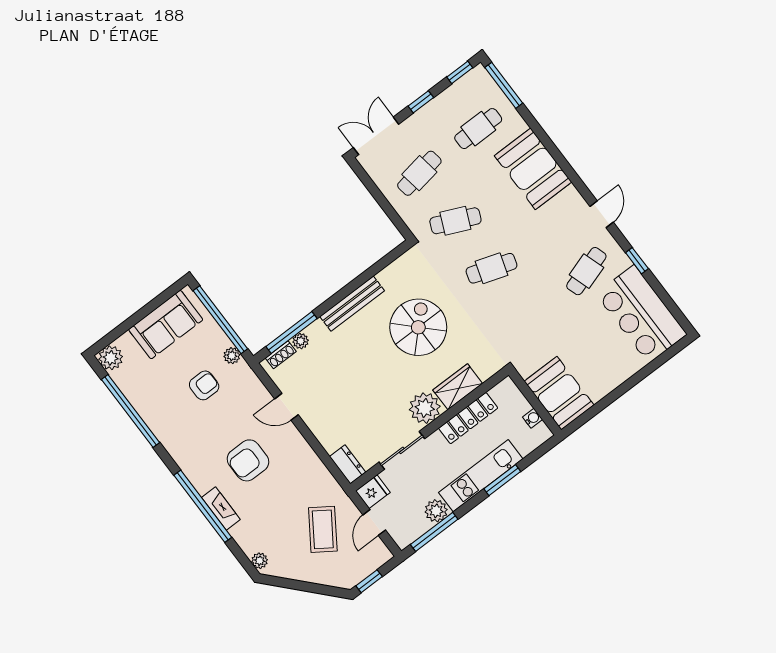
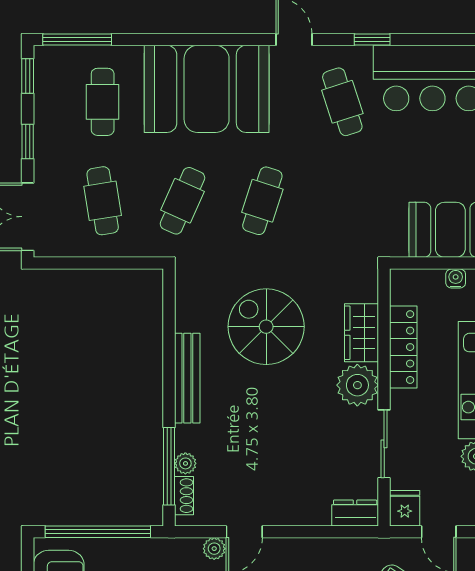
booth: (533, 169) -> (207, 89), width x1.36, depth x1.42
plant: (232, 356) -> (214, 549), moved

